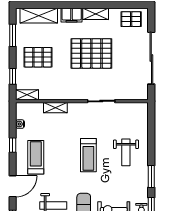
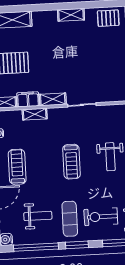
filing cabinet: (72, 15) -> (28, 99), moved, turned 180
pallet: (91, 53) -> (69, 56), removed
shelving: (74, 94) -> (53, 99), added

